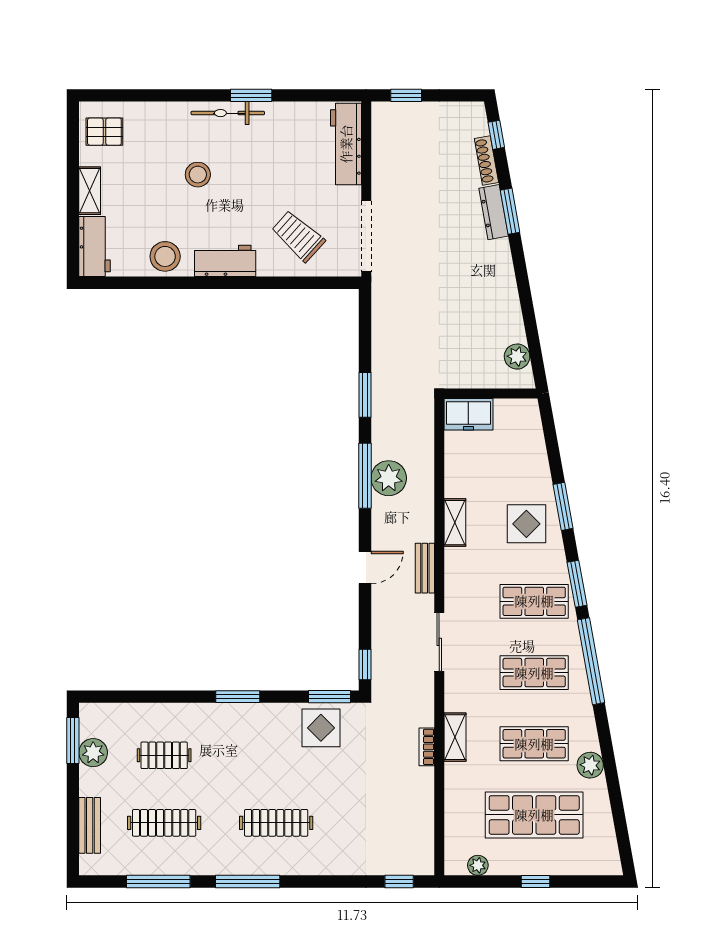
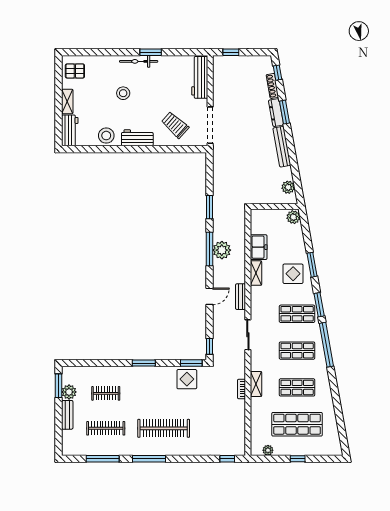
bench: (505, 278) -> (282, 147), added
freezer: (468, 414) -> (259, 247), moved, turned -90
plant: (590, 765) -> (293, 217), moved
clothes rail: (276, 823) -> (164, 428), width x1.37, depth x1.31
bench: (90, 825) -> (67, 415), moved

